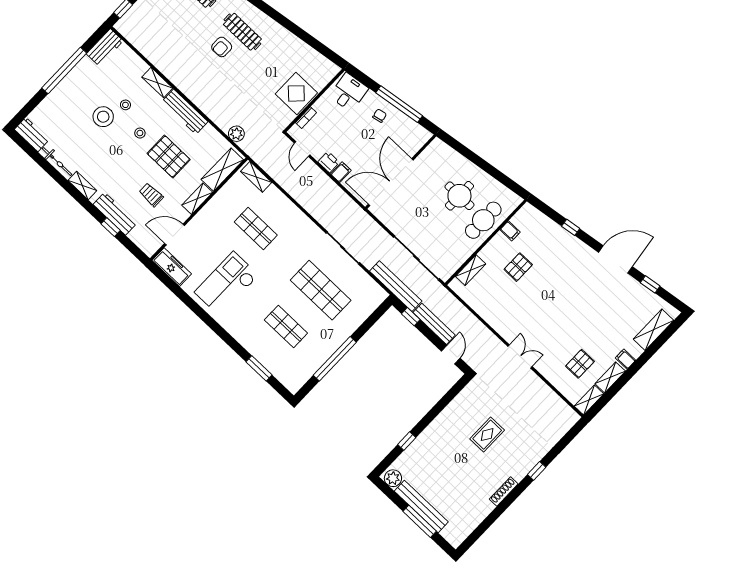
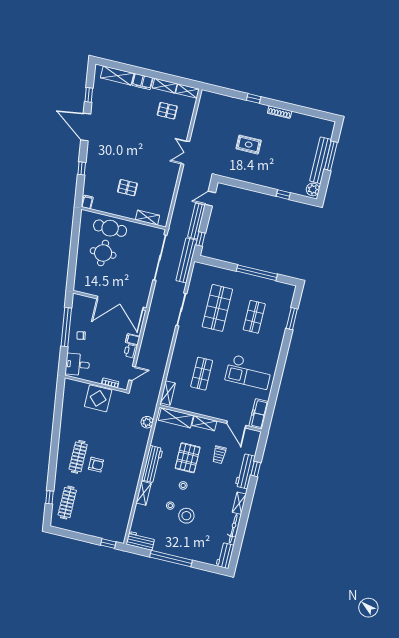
filing cabinet: (510, 231) -> (87, 202), moved
filing cabinet: (625, 359) -> (142, 82), width x2.00

